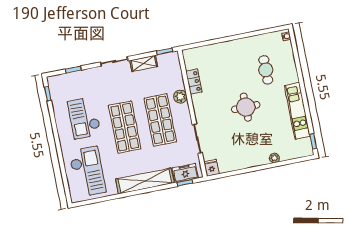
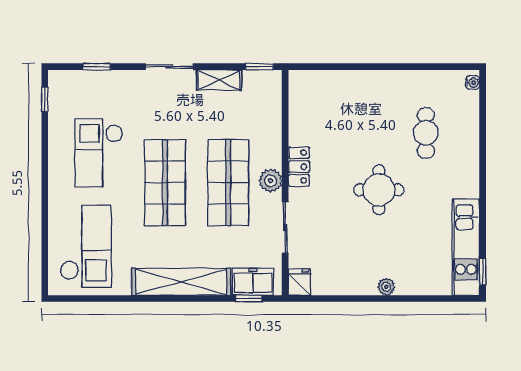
locker: (194, 82) -> (299, 167), moved
plant: (180, 97) -> (270, 181), moved
kitchen unit: (297, 111) -> (466, 247), moved
plant: (274, 158) -> (386, 287), moved

